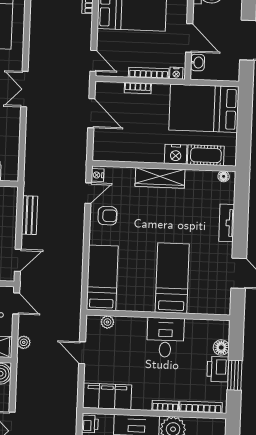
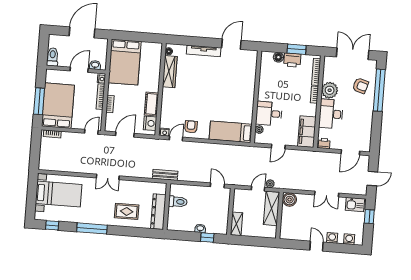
nightstand: (176, 154) -> (150, 123), moved
cot: (206, 155) -> (151, 104), moved
wardrobe: (160, 178) -> (170, 72), moved
door: (88, 193) -> (176, 139), hinge flipped
bench: (29, 215) -> (165, 175), moved
tv unit: (227, 223) -> (204, 51), width x1.41
bed: (172, 278) -> (233, 87), removed
door: (16, 303) -> (258, 189), moved
desk: (165, 337) -> (269, 114), moved

